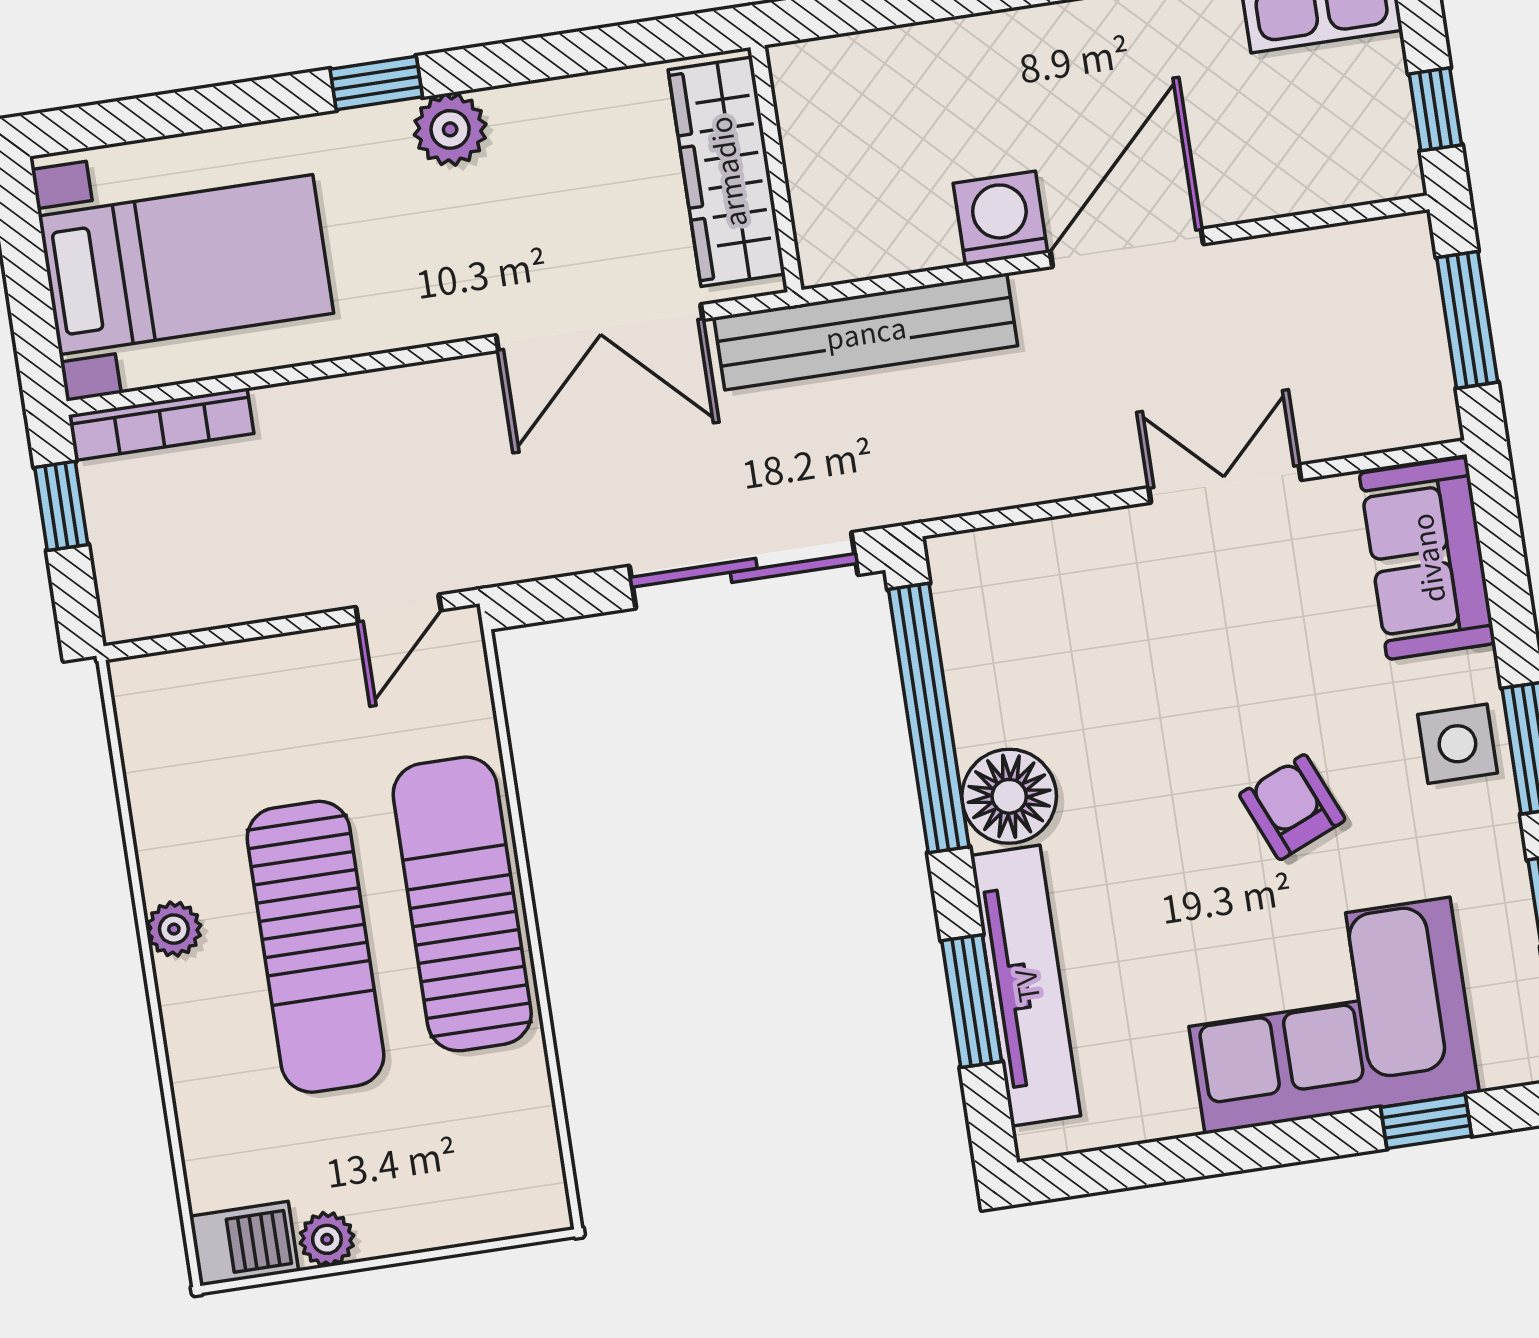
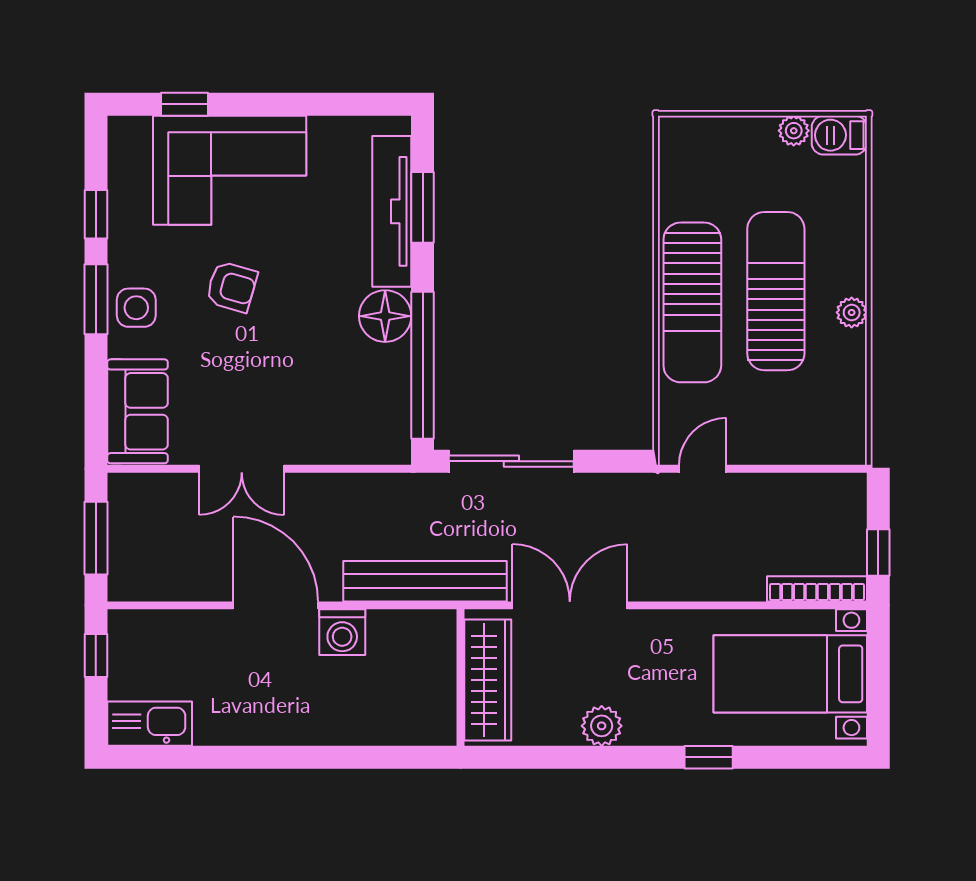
window: (376, 83) -> (709, 757), moved
plant: (450, 129) -> (602, 726), moved
door: (1127, 248) -> (276, 605), swing flipped
armchair: (1292, 807) -> (232, 287), turned -51

